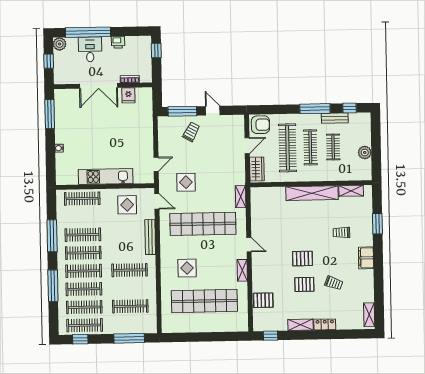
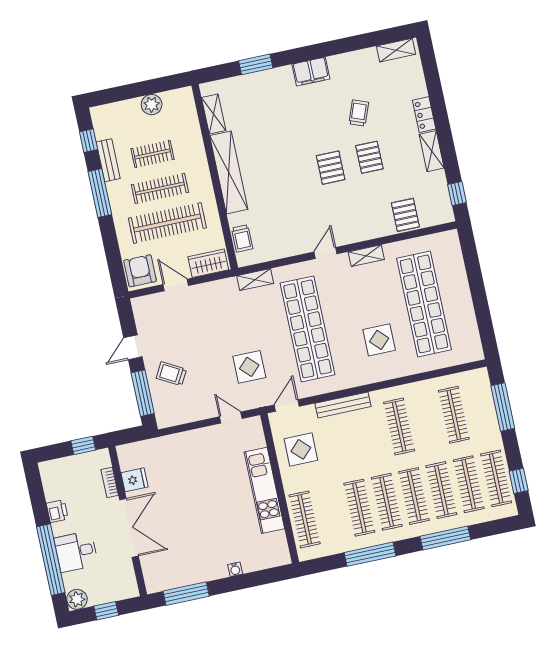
window: (156, 51) -> (83, 445), moved
trolley: (341, 233) -> (242, 238), moved

